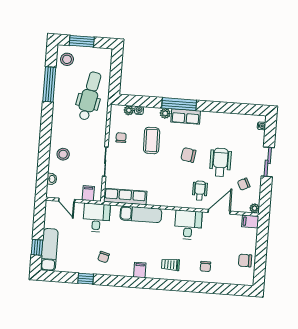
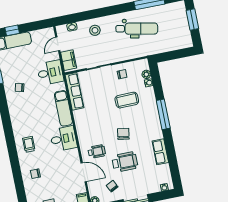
stool: (67, 59) -> (174, 12), removed
dental chair: (90, 96) -> (137, 29), moved
plant: (165, 113) -> (152, 105), removed
row of seats: (186, 116) -> (160, 152), moved
filing cabinet: (88, 193) -> (69, 60), width x2.00
desk: (188, 225) -> (63, 139), moved
filing cabinet: (140, 270) -> (17, 120), removed

